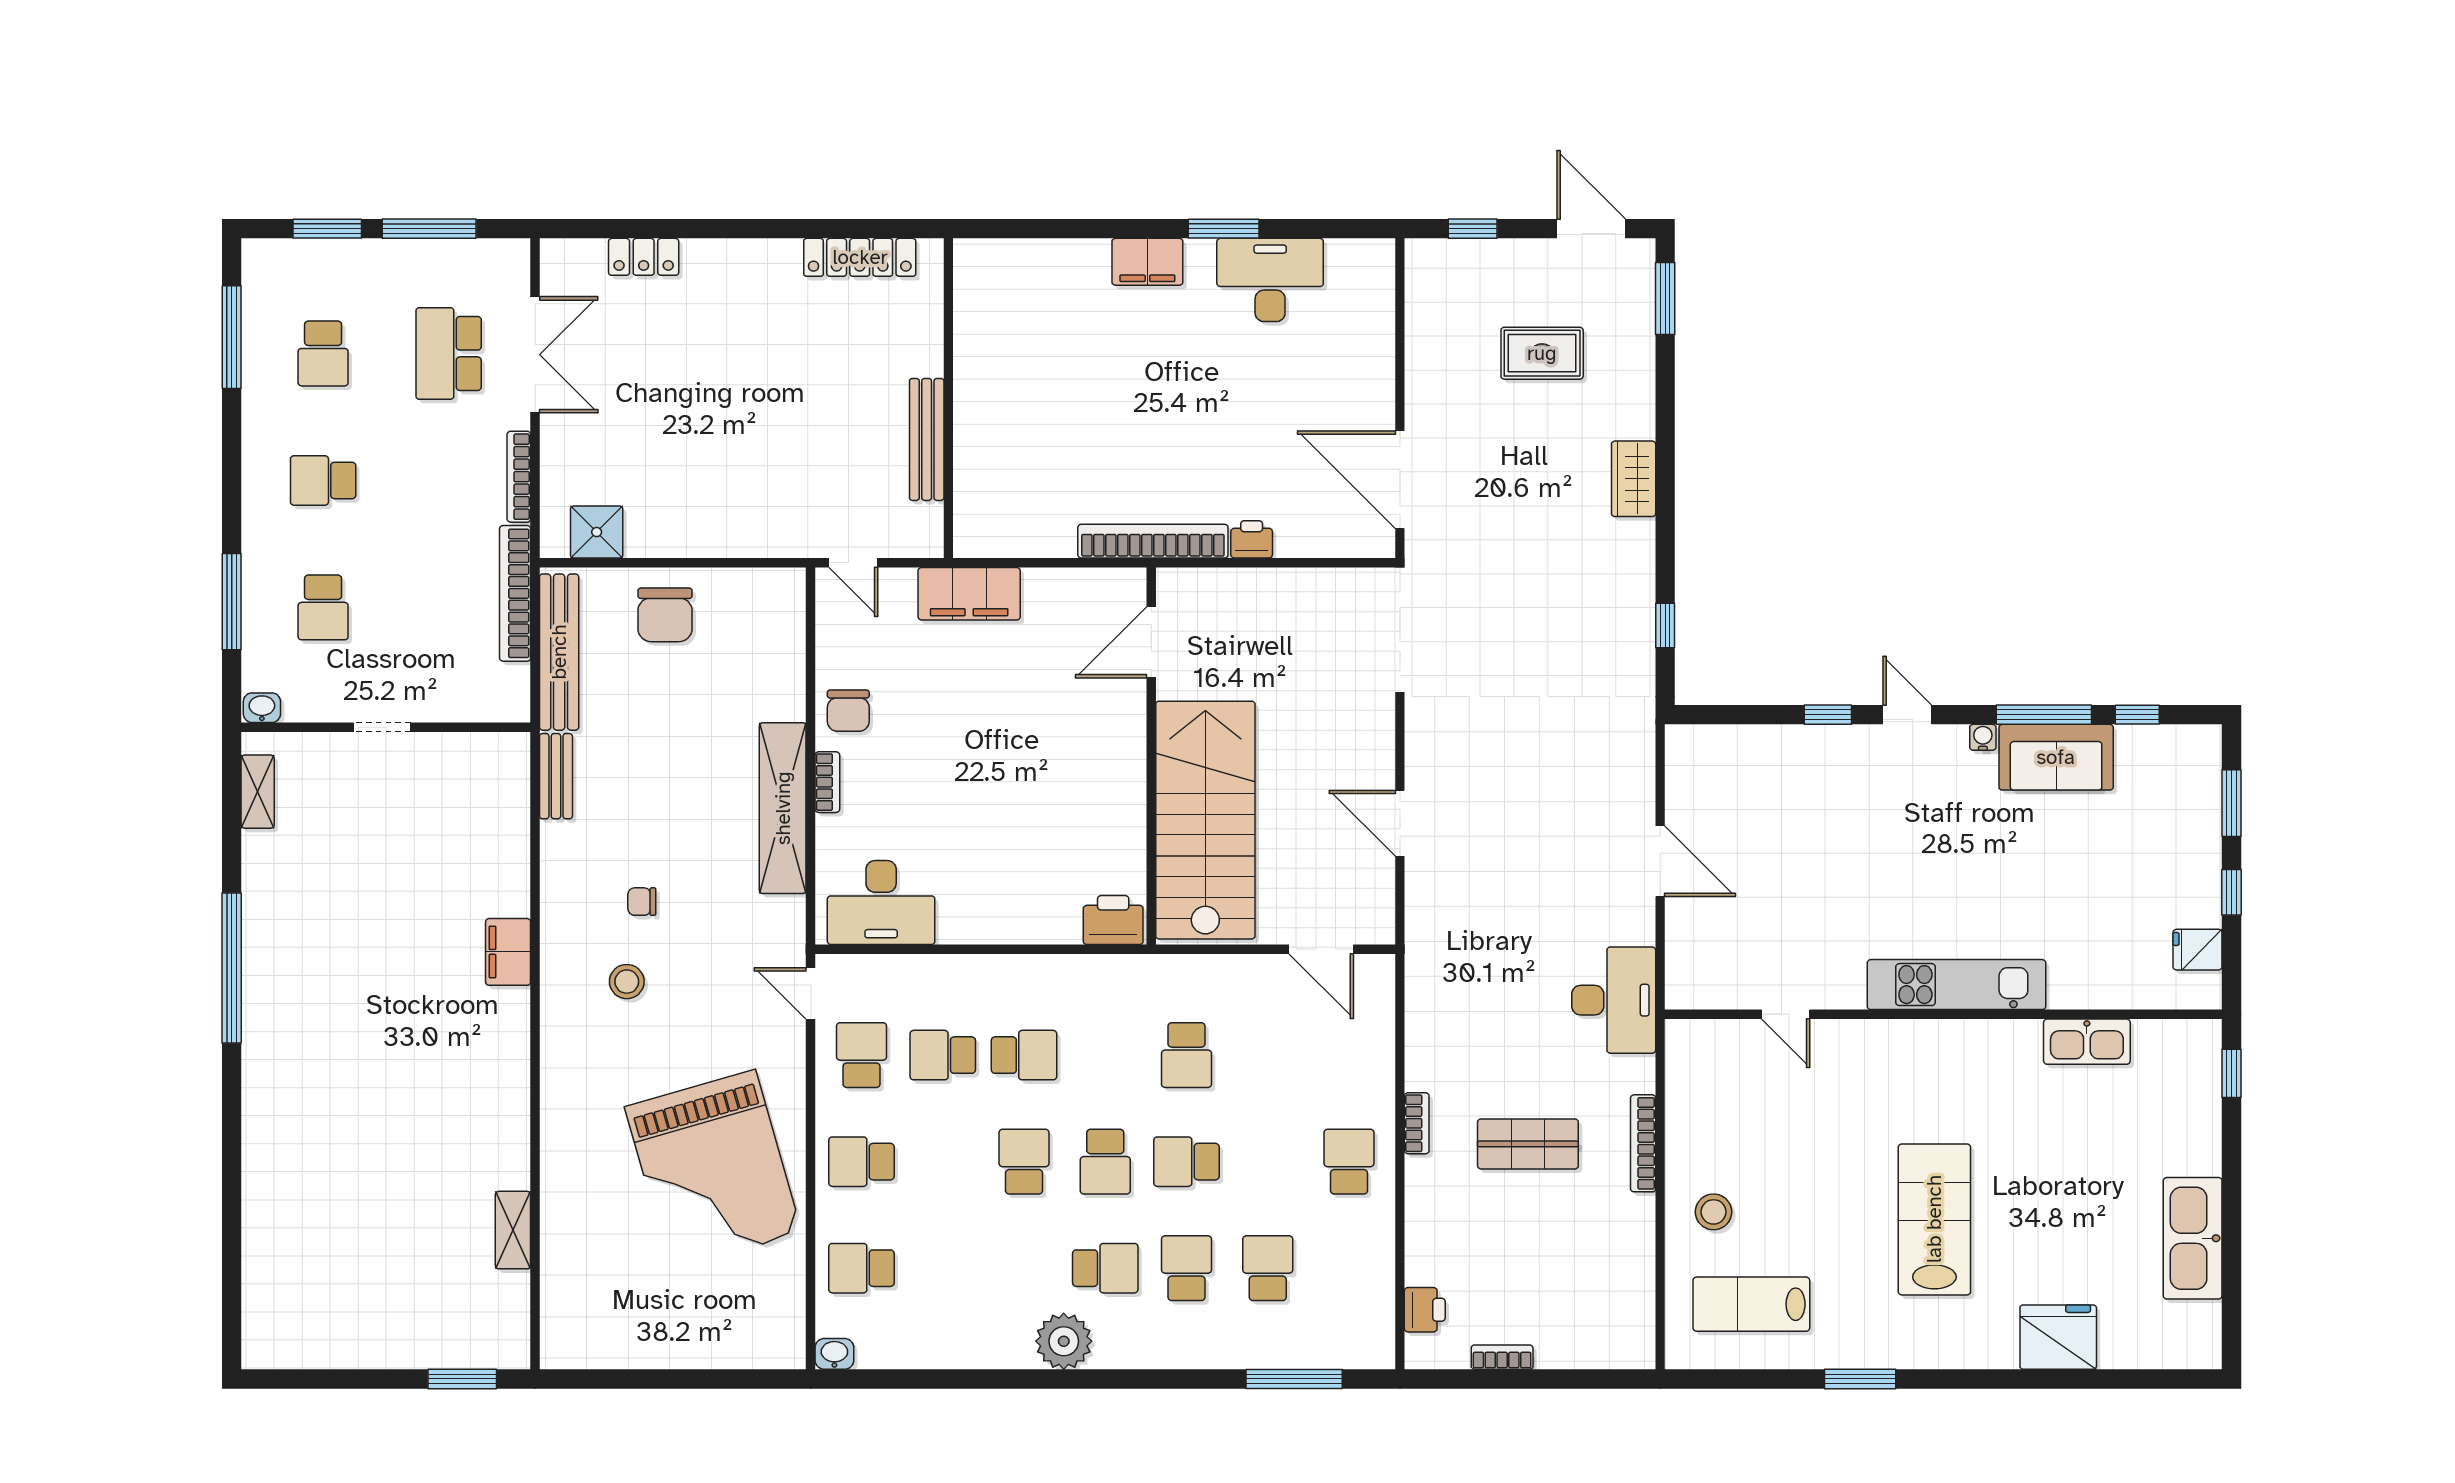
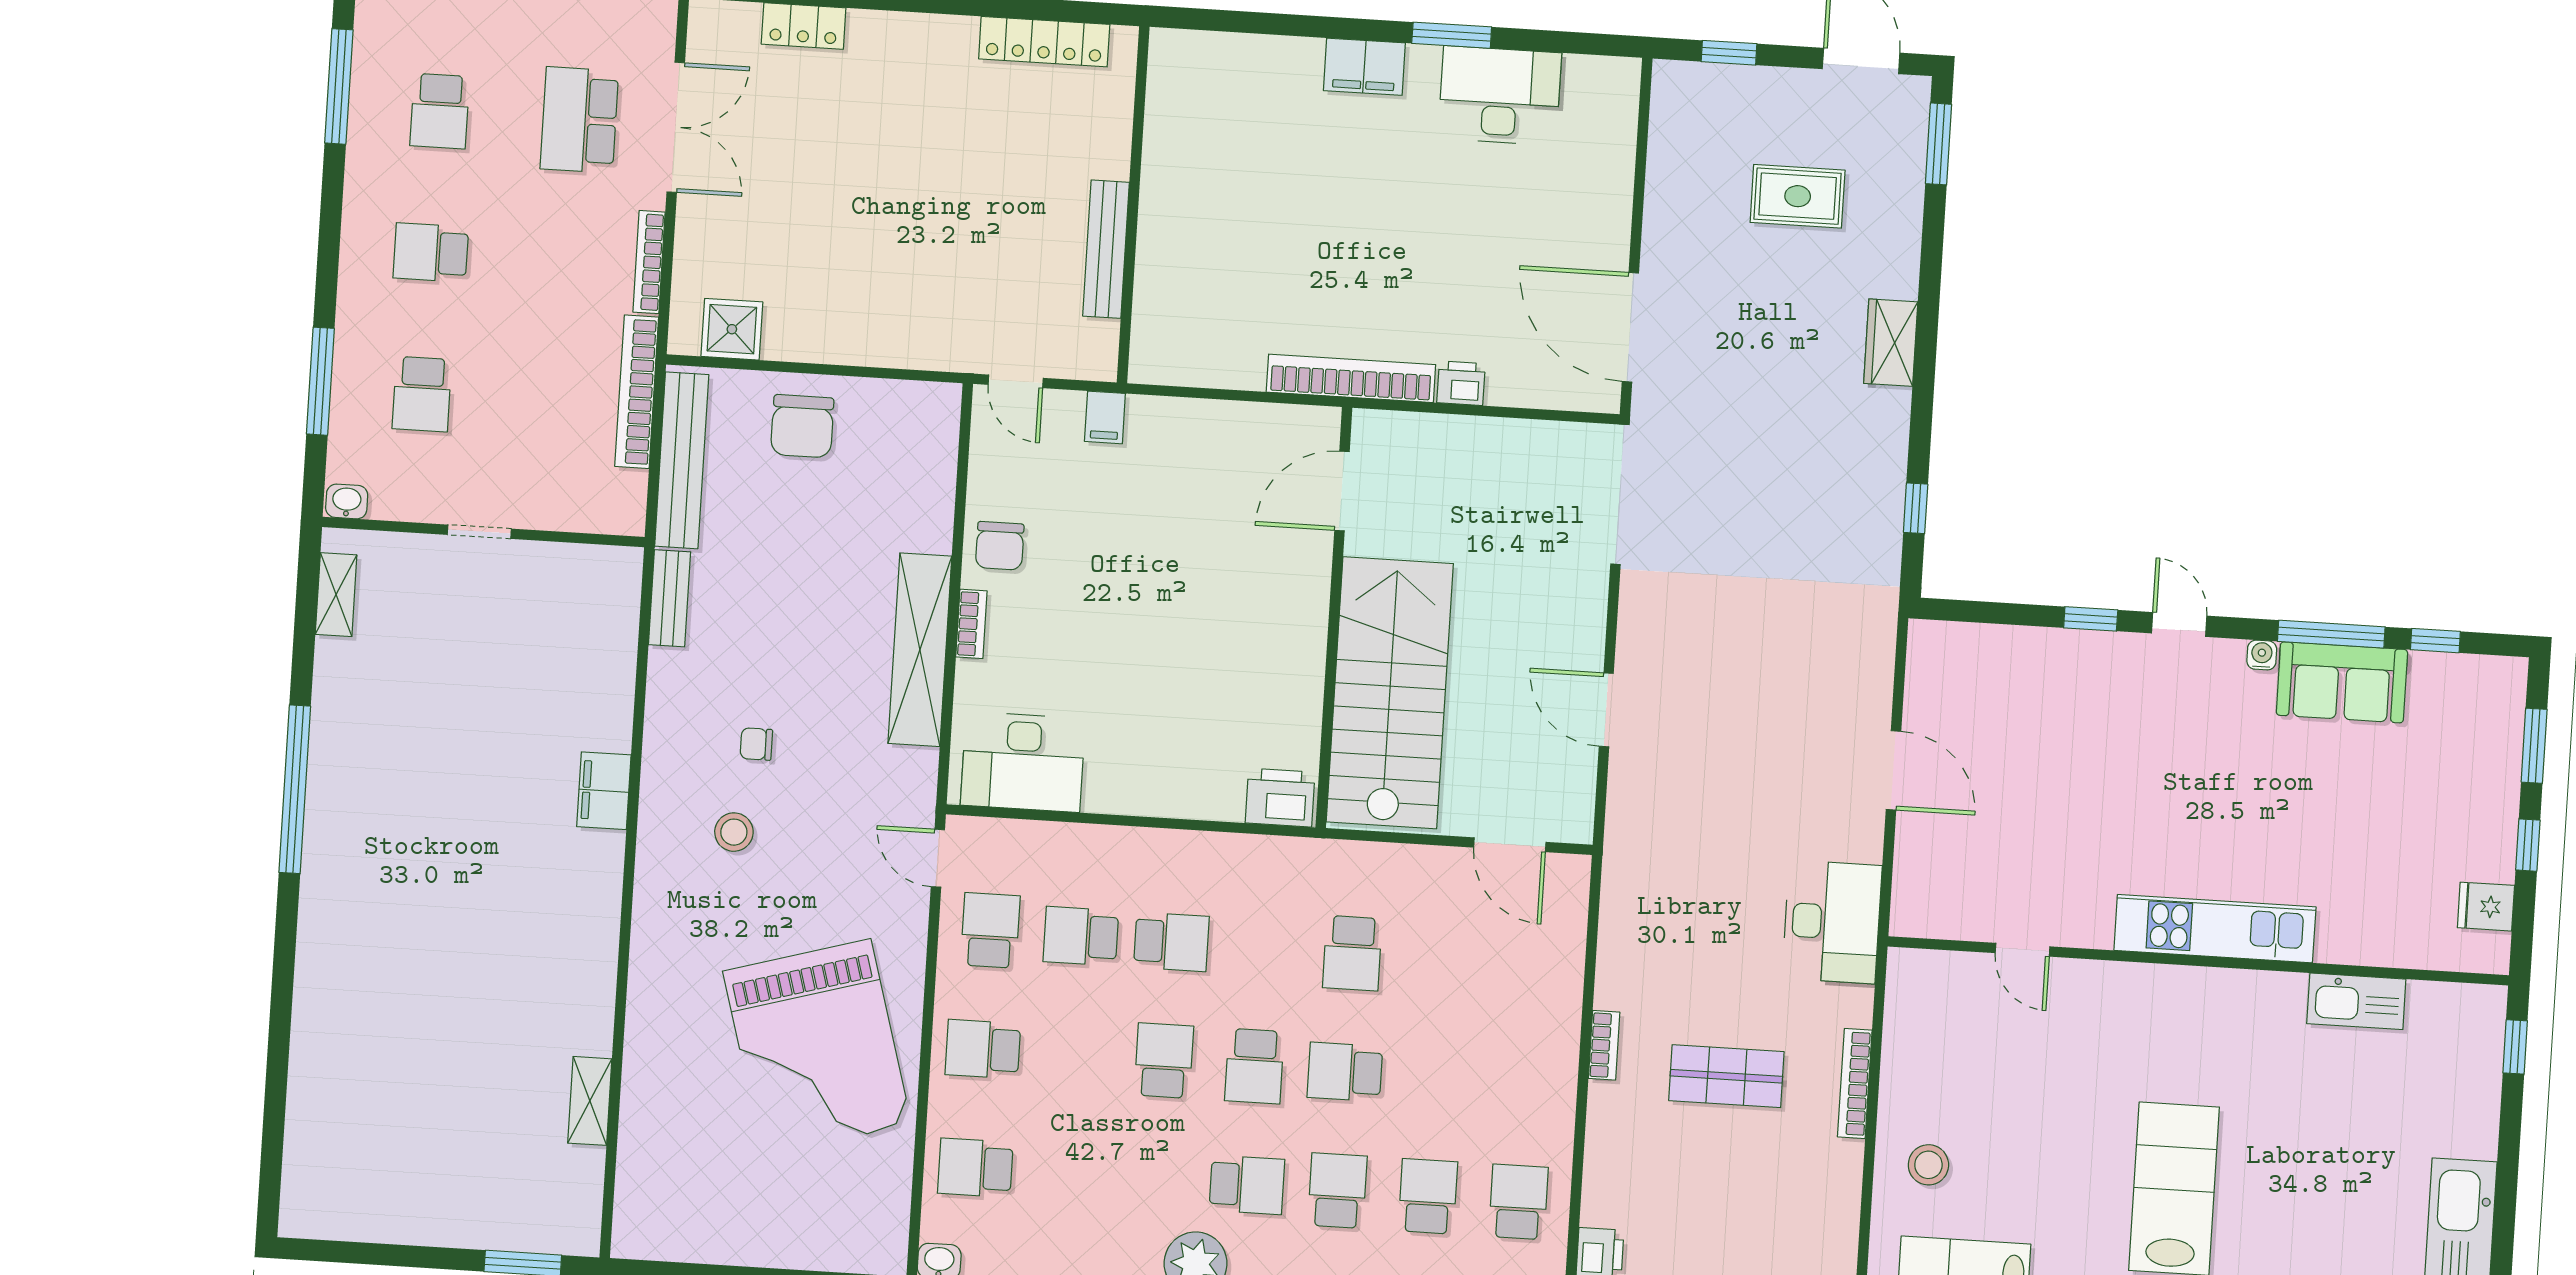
filing cabinet: (969, 594) -> (1105, 417), width x0.33, depth x0.86
school desk: (1349, 1162) -> (1518, 1202), moved

